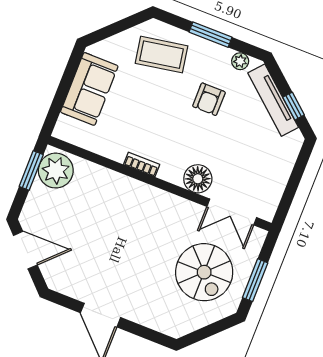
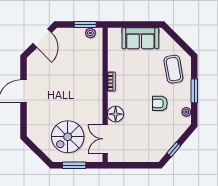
tv unit: (273, 100) -> (173, 137), removed
plant: (56, 171) -> (90, 33), width x0.53, depth x0.53

